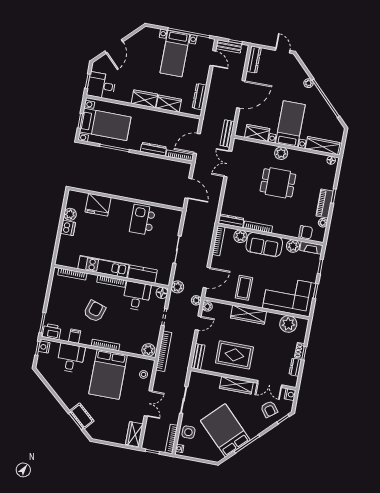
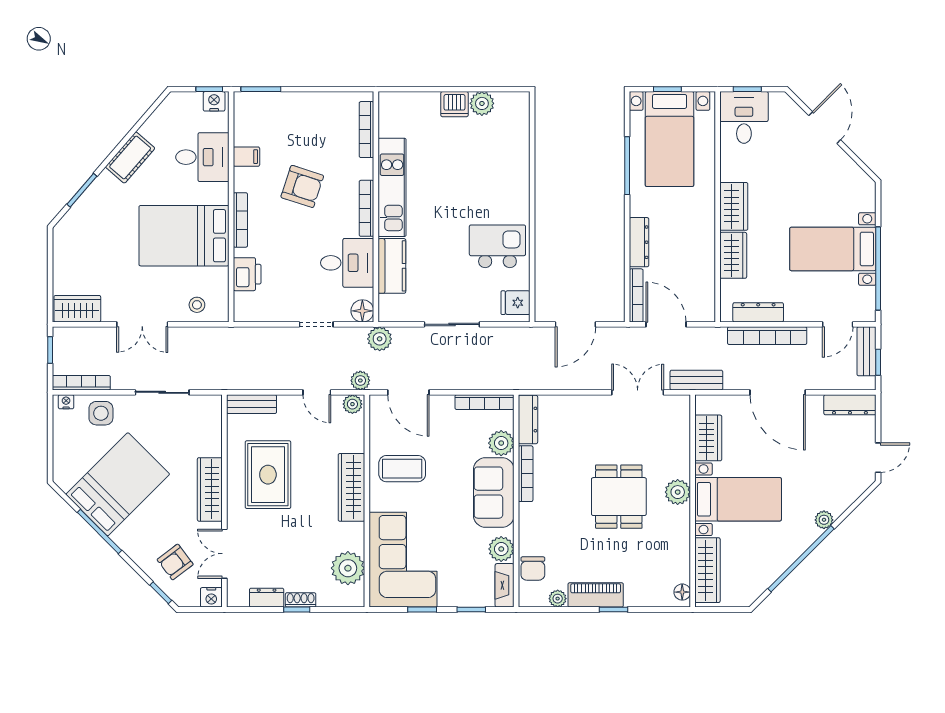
door: (114, 46) -> (825, 128), swing flipped
fridge: (98, 205) -> (515, 303), moved, width x0.53, depth x0.75
printer: (52, 331) -> (247, 274), moved
plant: (148, 350) -> (246, 305), removed
bookcase: (164, 351) -> (767, 336), moved
cot: (82, 416) -> (130, 157), moved

